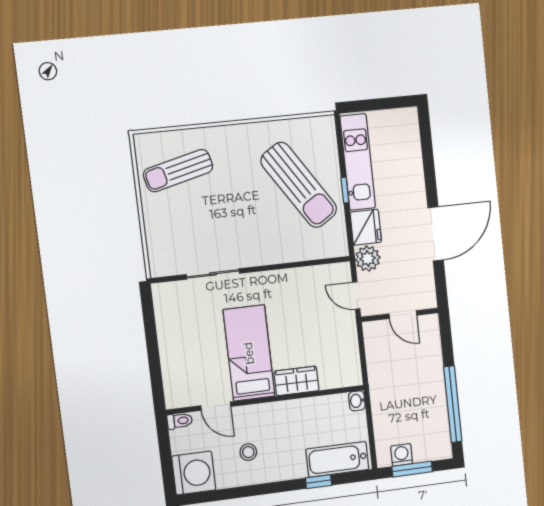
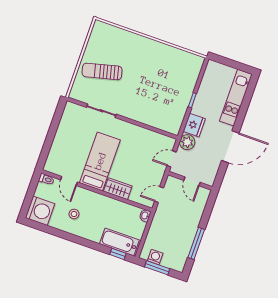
kitchen unit: (358, 162) -> (236, 98), moved, turned 180
sun lounger: (178, 171) -> (102, 71), moved
sun lounger: (299, 185) -> (169, 86), removed
door: (356, 296) -> (172, 159), hinge flipped
door: (363, 359) -> (159, 195), added
window: (453, 404) -> (196, 243), width x0.68
window: (319, 482) -> (118, 254), moved

